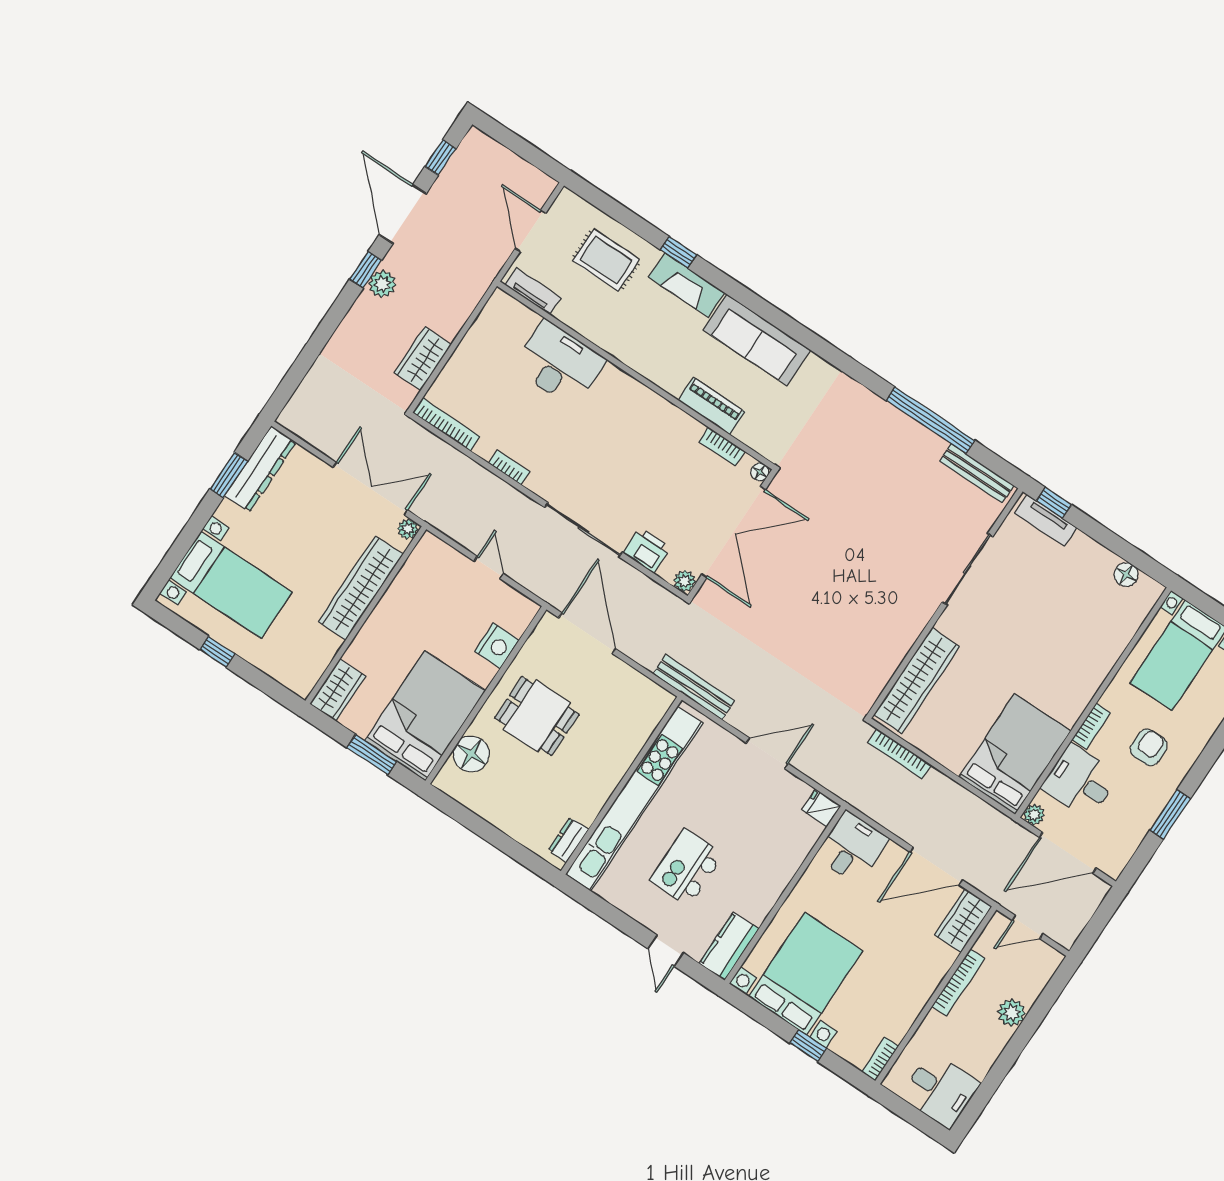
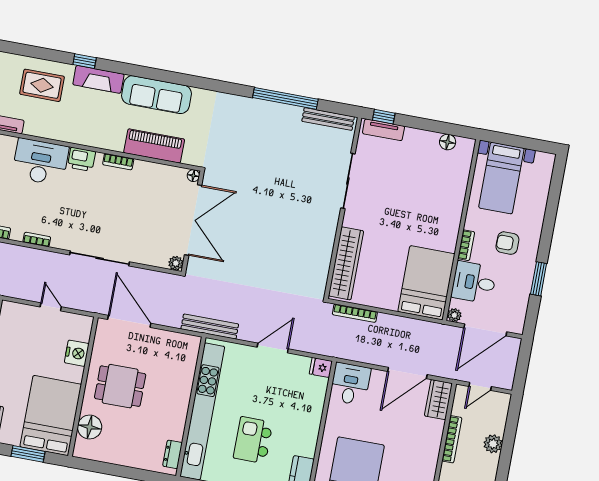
piano: (712, 406) -> (154, 146), width x1.37, depth x1.33
bookcase: (722, 447) -> (118, 162), moved
printer: (647, 550) -> (81, 159), moved, turned 180
armchair: (1149, 747) -> (507, 243), turned -90

